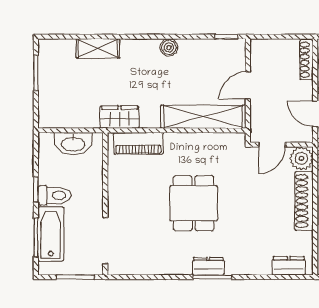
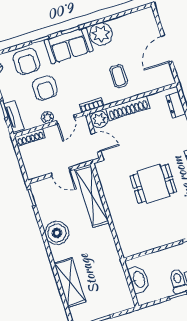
boiler: (169, 47) -> (57, 233), width x1.86, depth x1.86
shelving: (98, 48) -> (70, 282), width x1.50, depth x1.33
wardrobe: (120, 117) -> (110, 253), removed
piano: (138, 143) -> (124, 235), removed

